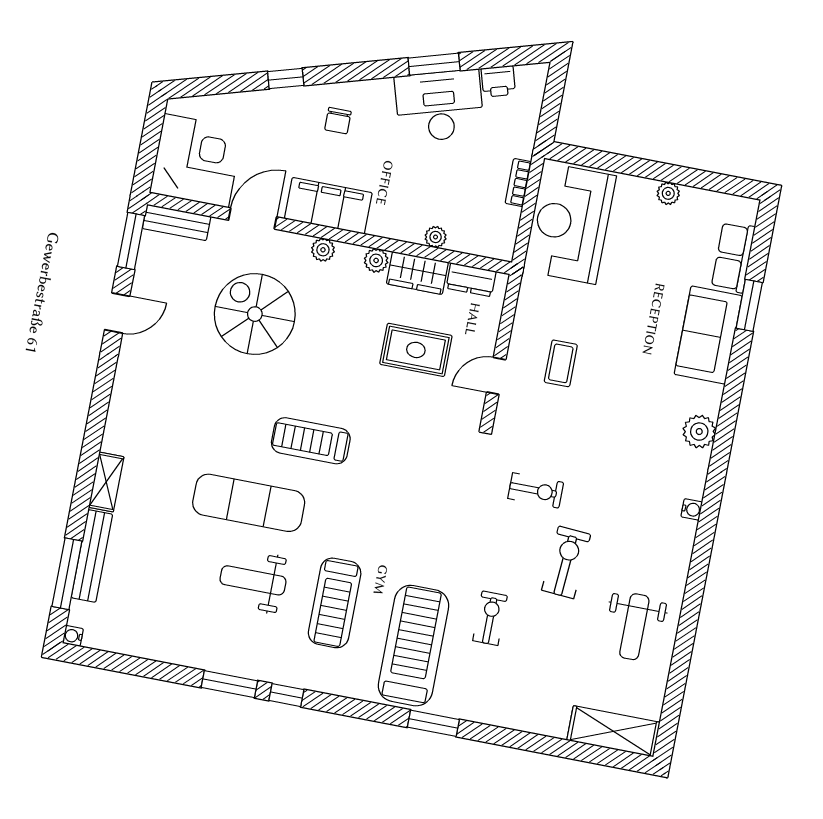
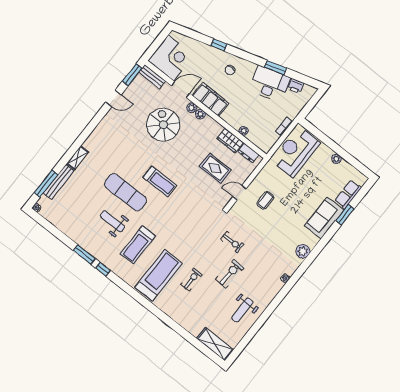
plant: (376, 260) -> (192, 108), moved
treadmill: (311, 441) -> (160, 181), turned 180
window: (433, 723) -> (151, 307), removed

